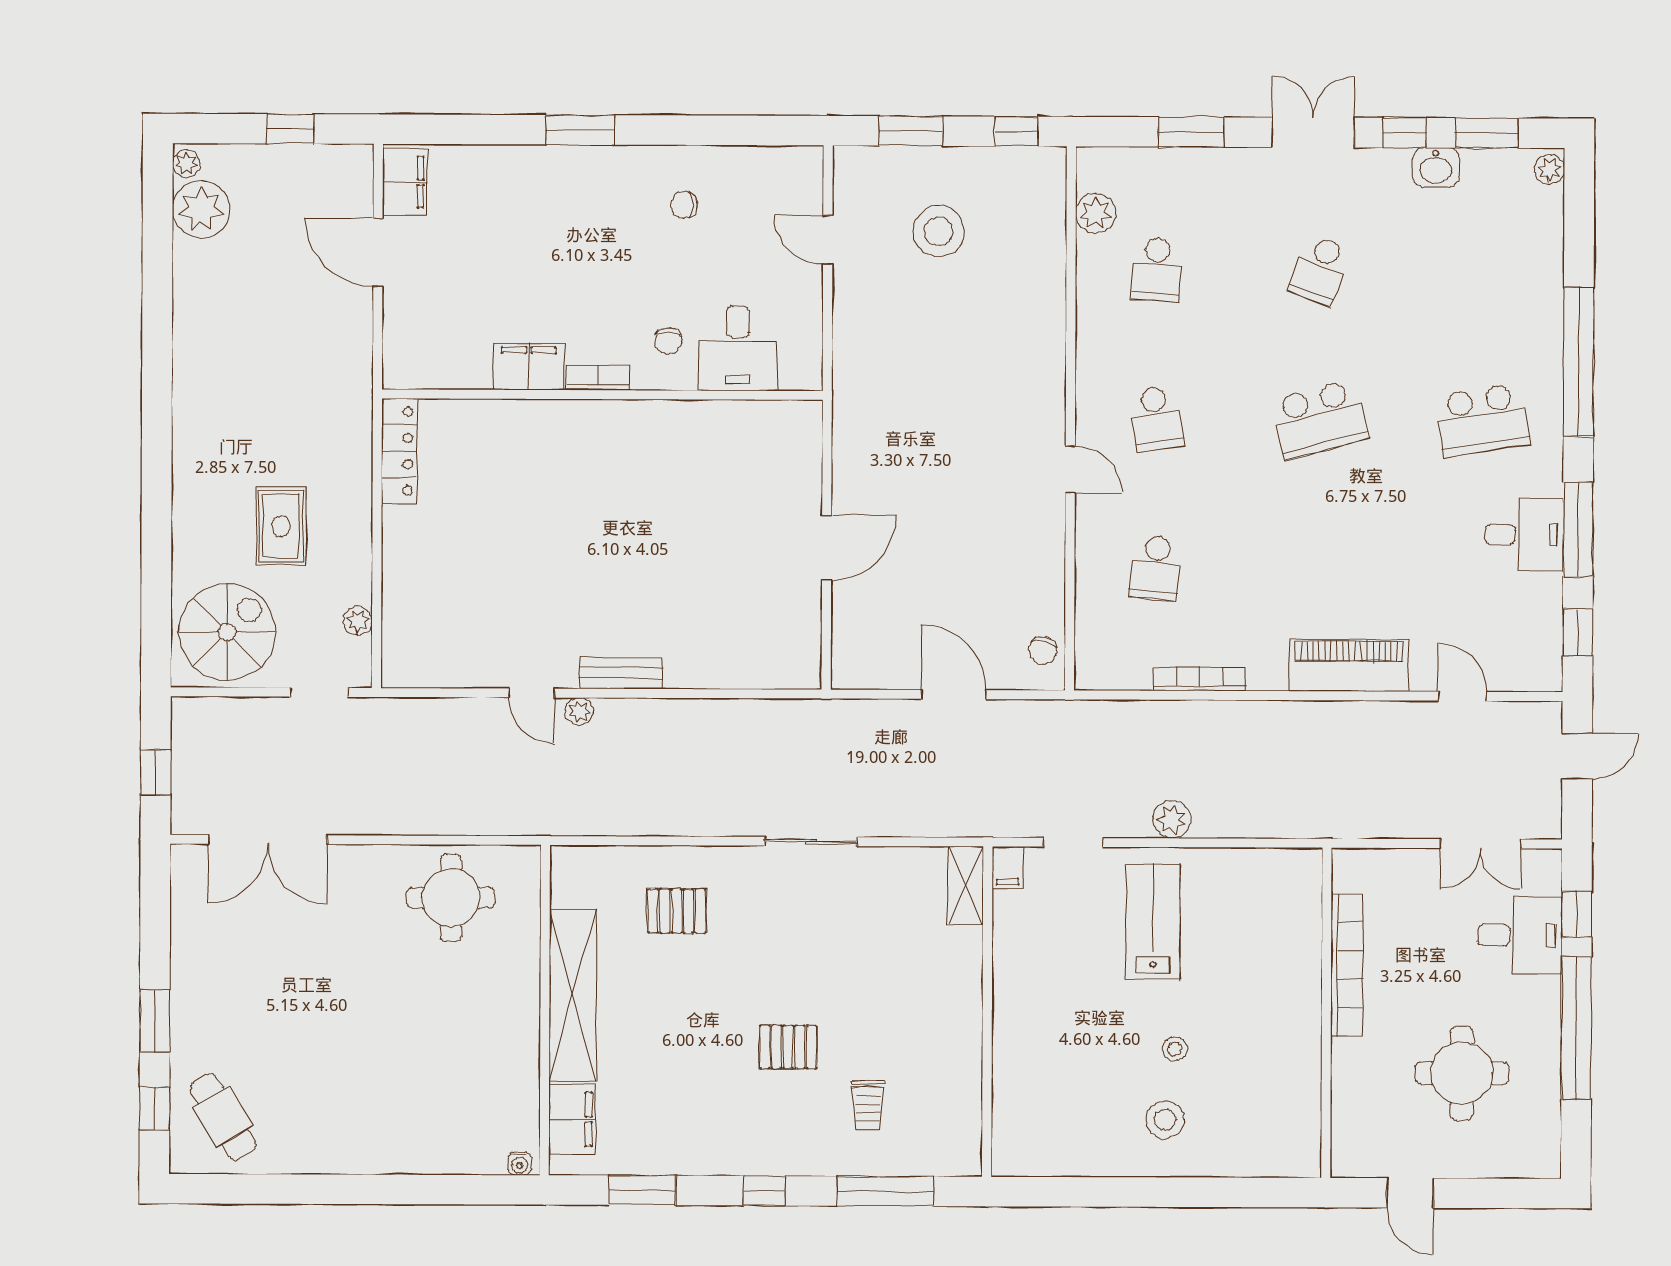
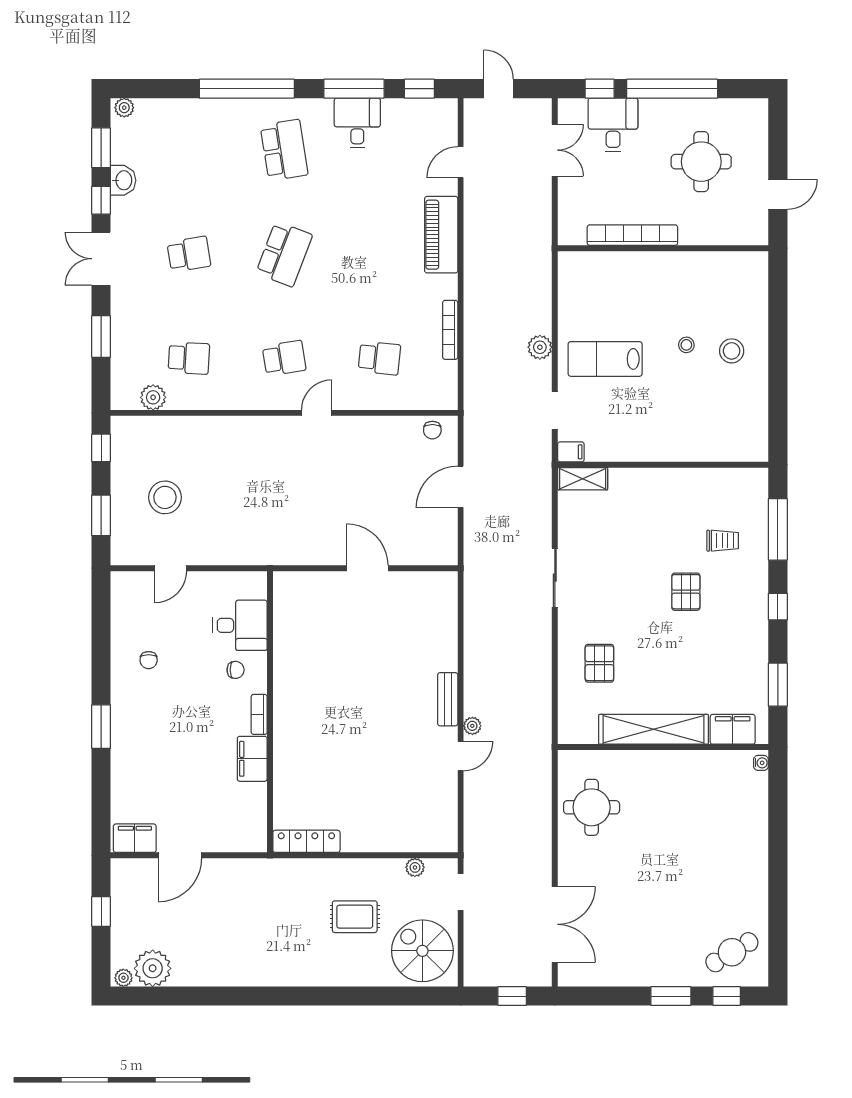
school desk: (1320, 270) -> (189, 254), turned -30
school desk: (1319, 419) -> (284, 254), turned 36
chair: (1043, 650) -> (432, 430), turned 77

